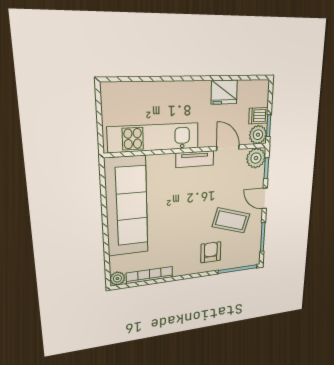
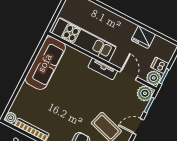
door: (265, 198) -> (138, 126), hinge flipped
sofa: (127, 206) -> (45, 63), width x0.74, depth x0.79

